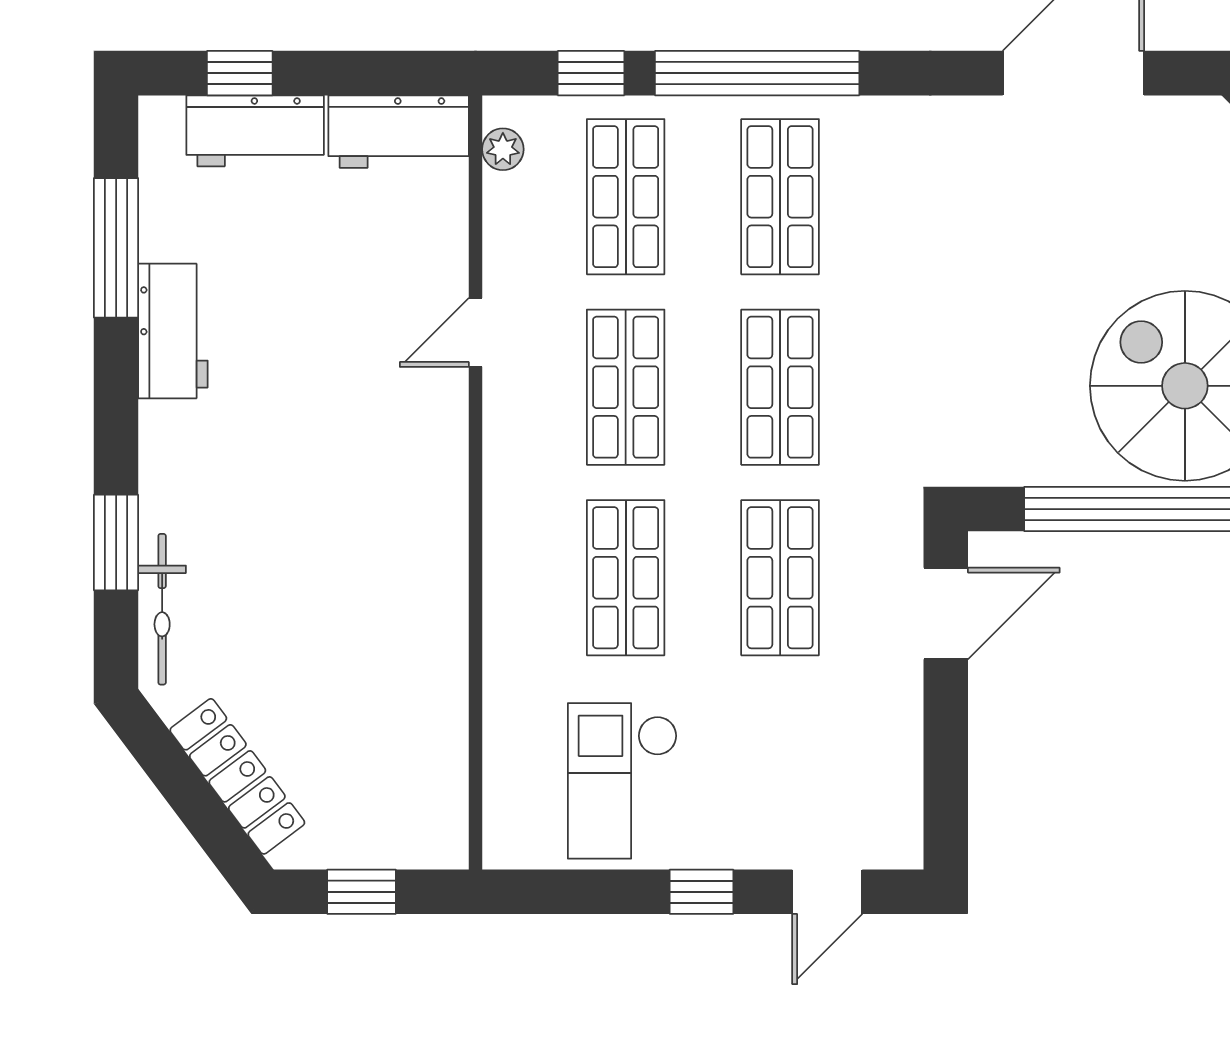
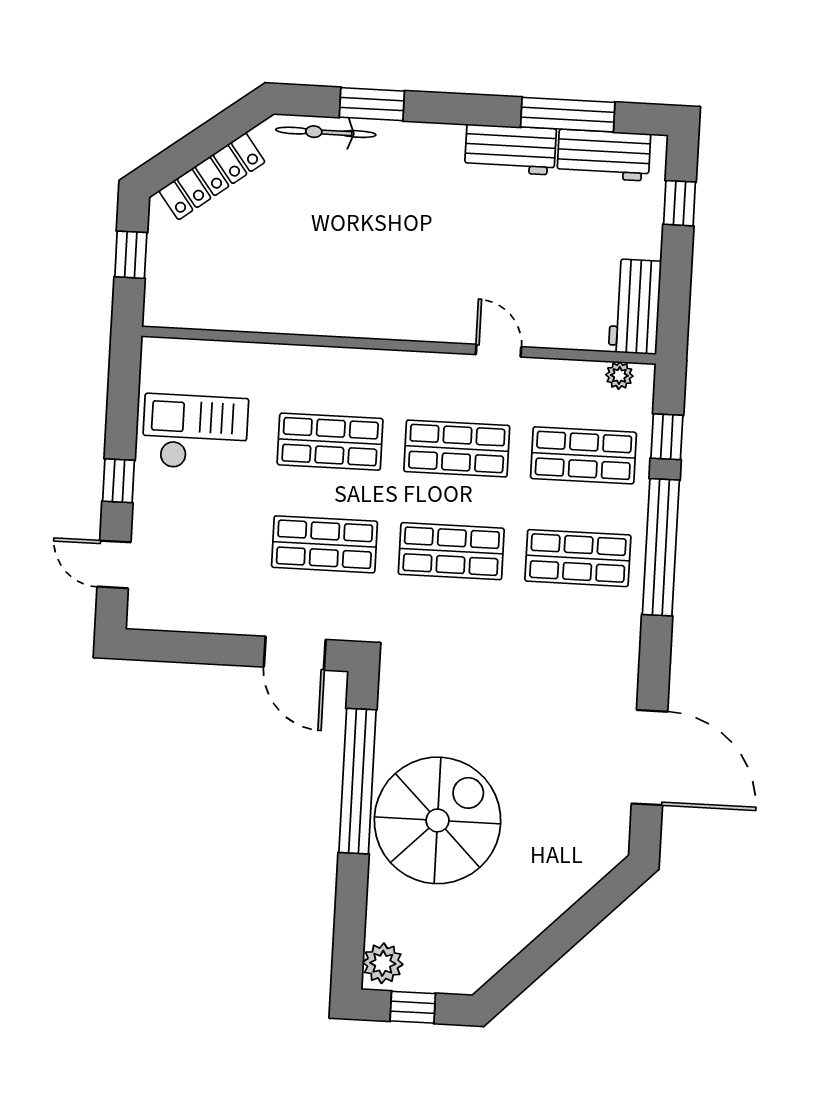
workbench: (255, 131) -> (604, 155), moved, turned -90

